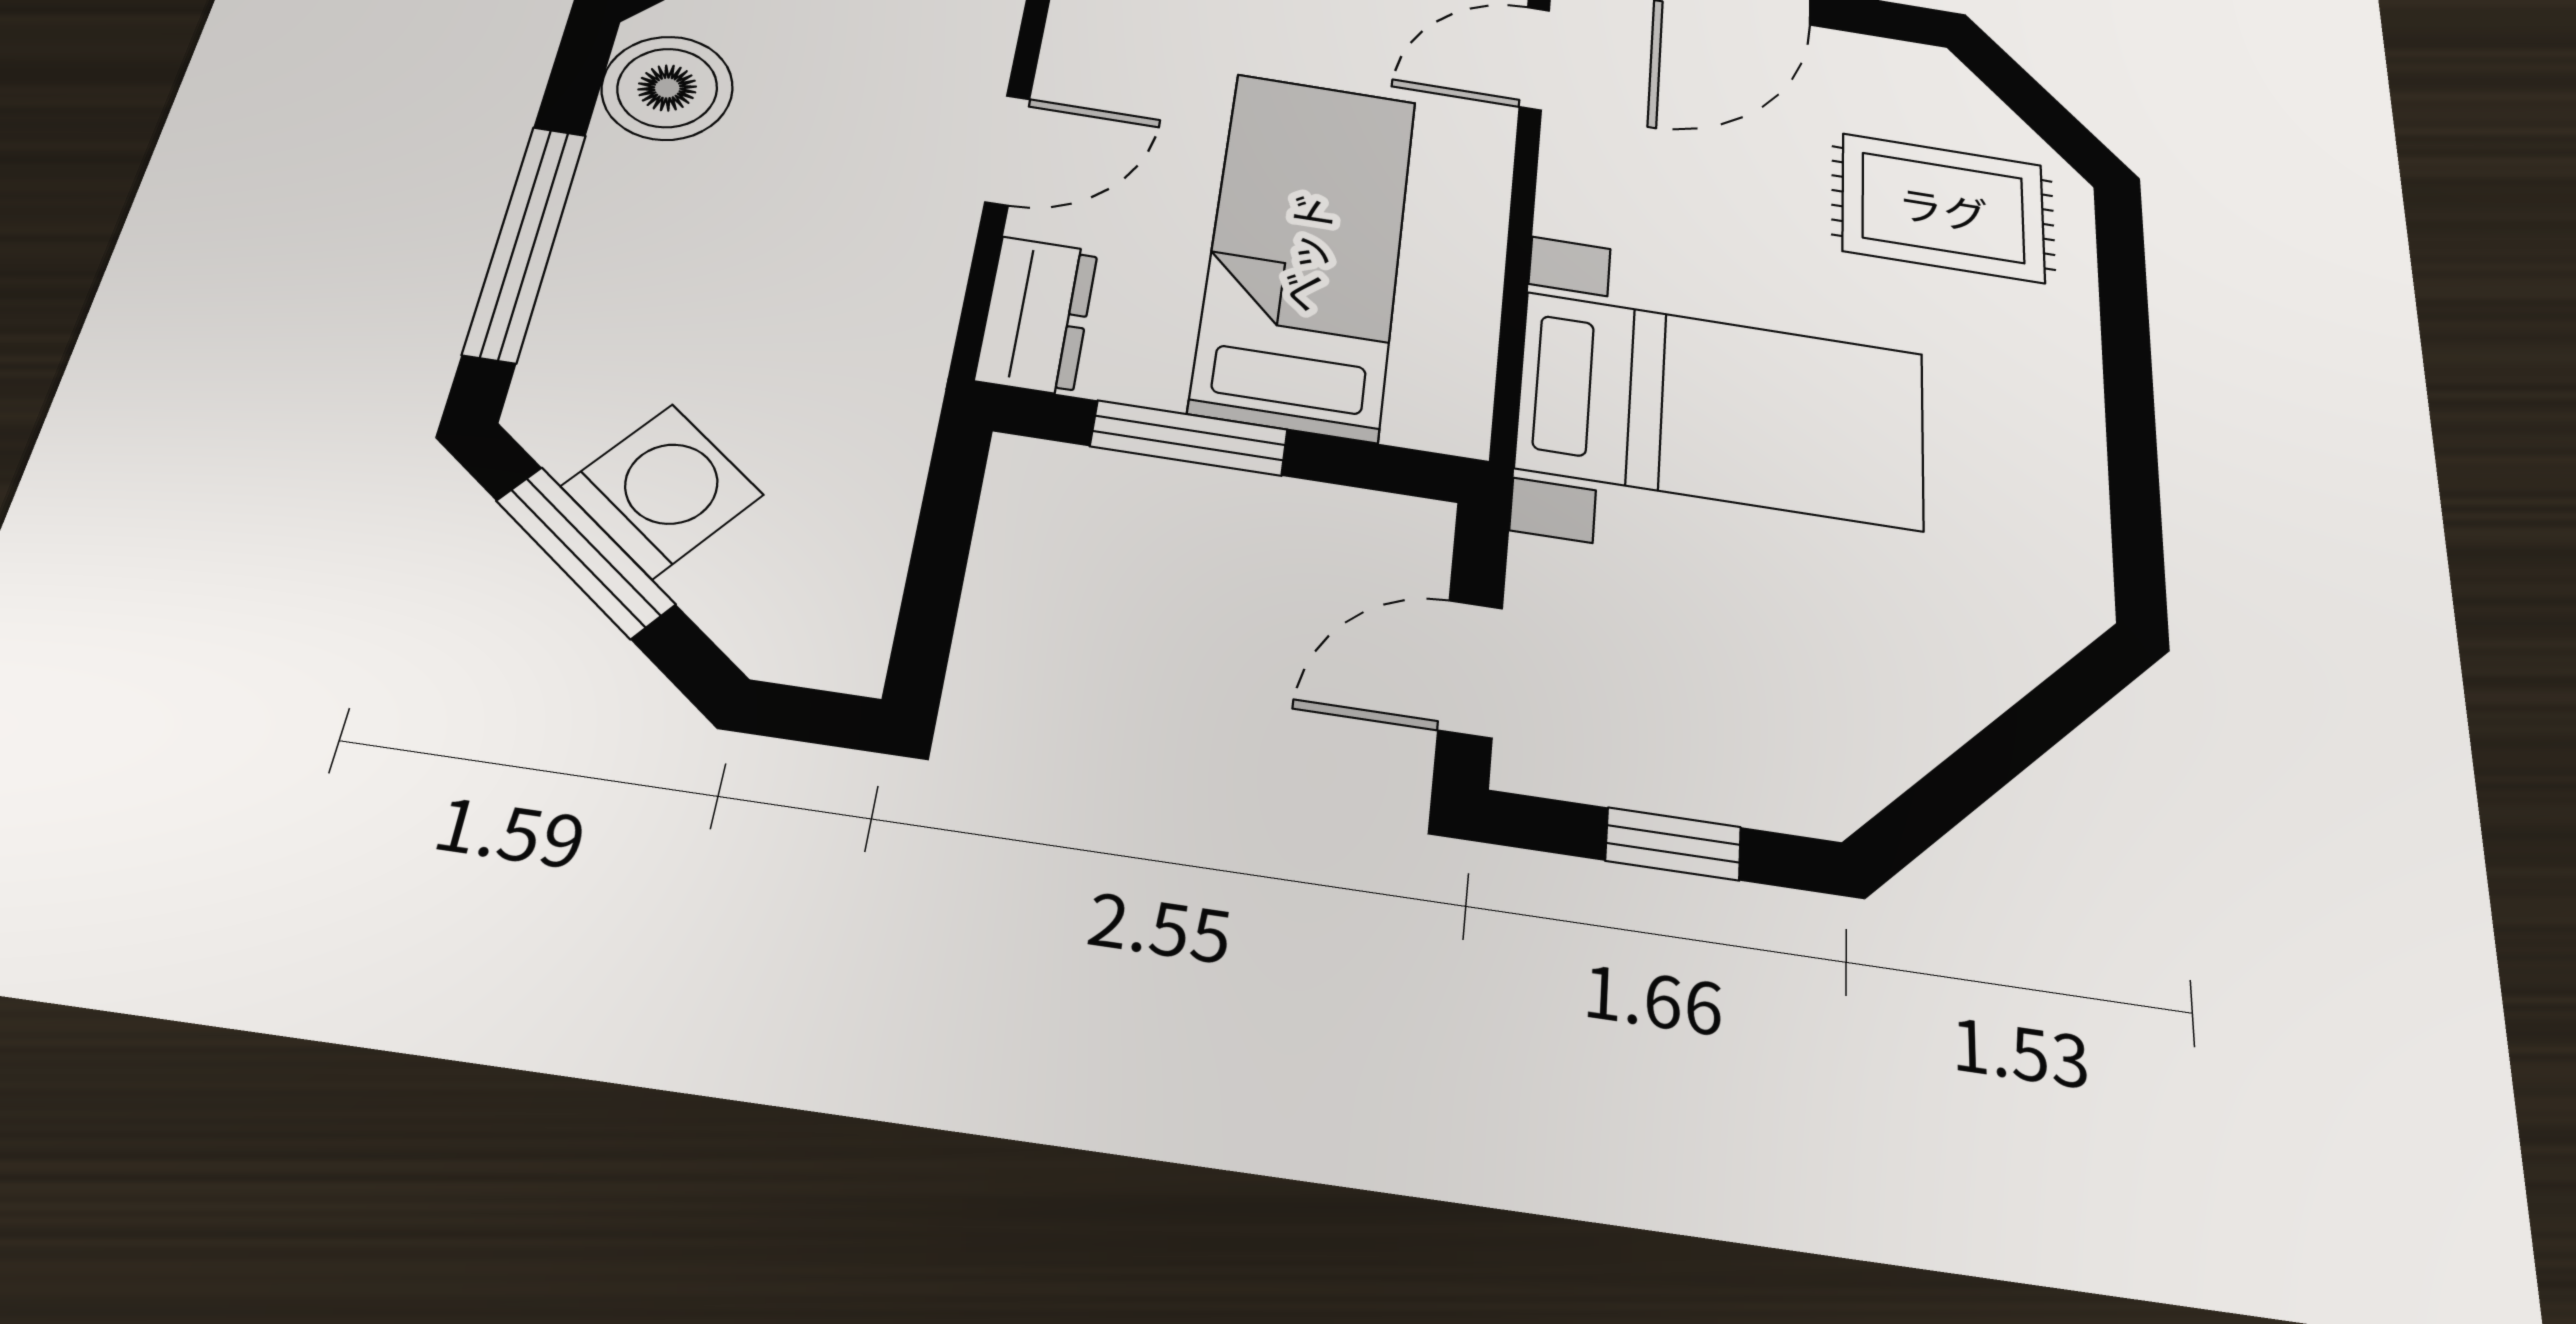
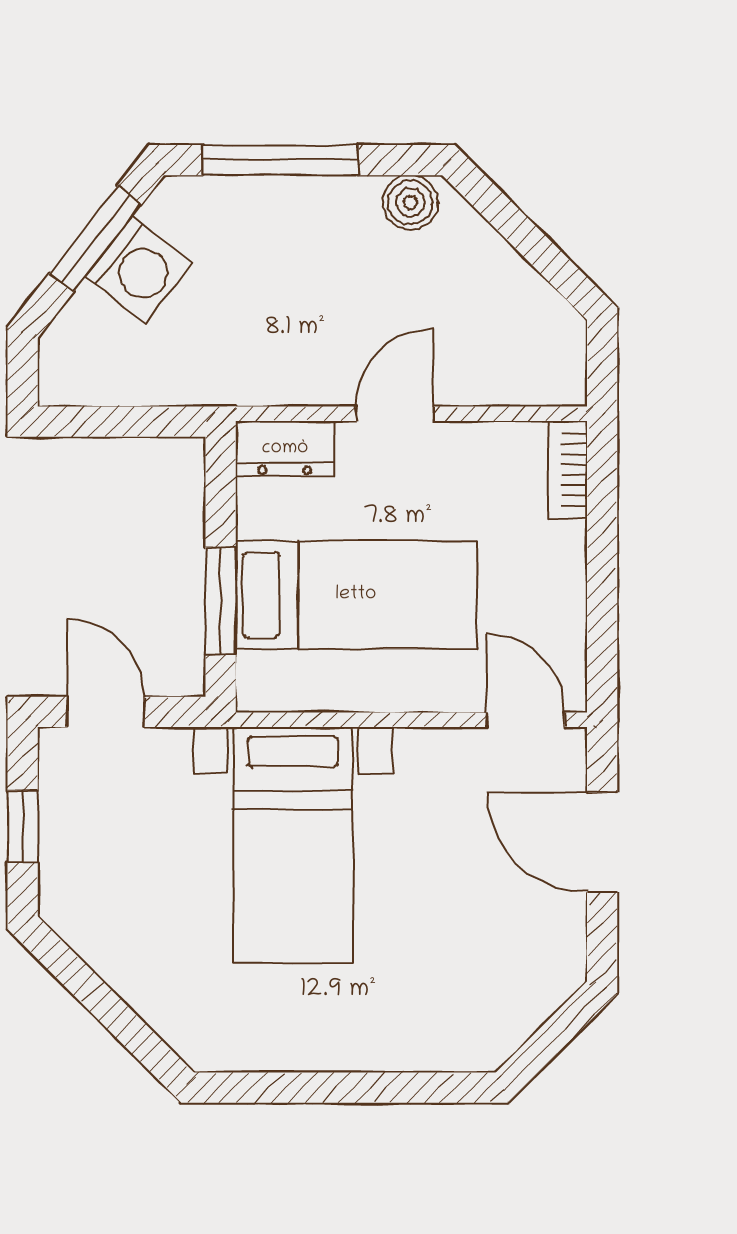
boiler: (667, 88) -> (410, 202), width x0.73, depth x0.73
door: (1008, 150) -> (395, 414), swing flipped
rug: (1943, 208) -> (462, 977), removed
window: (1189, 438) -> (221, 601), moved

